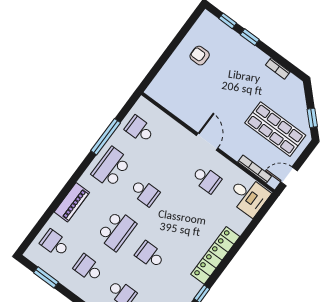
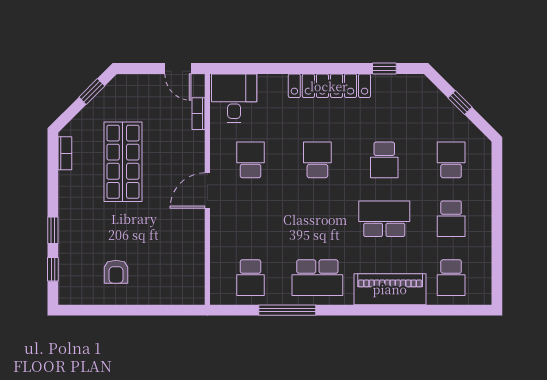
bookcase: (278, 69) -> (65, 153), moved
shop shelf: (275, 129) -> (123, 162), moved
bookcase: (255, 169) -> (198, 114), width x0.64
school desk: (145, 192) -> (317, 160), moved
piano: (72, 202) -> (390, 289), width x1.37, depth x1.33
window: (46, 277) -> (497, 259), removed

